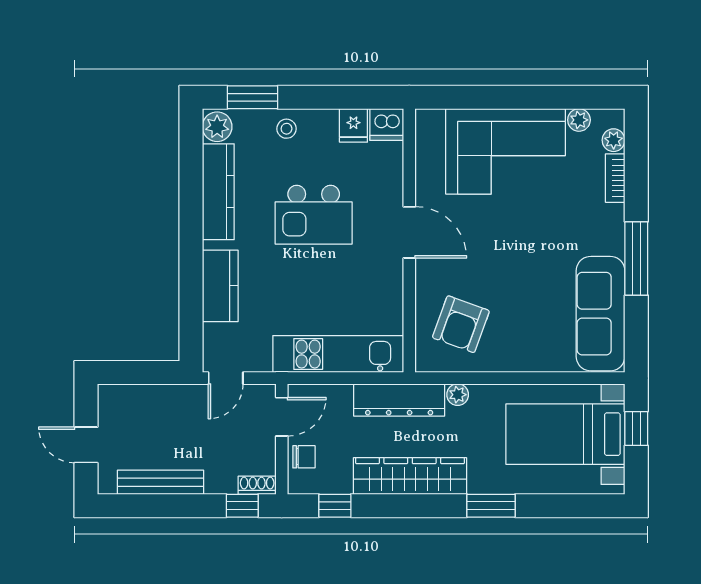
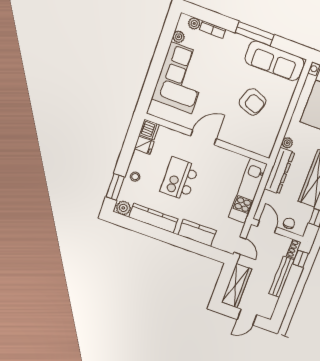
kitchen island: (314, 215) -> (179, 179), turned 180
armchair: (461, 324) -> (253, 102), moved
wardrobe: (143, 401) -> (237, 286), added
bench: (161, 482) -> (281, 277), moved

